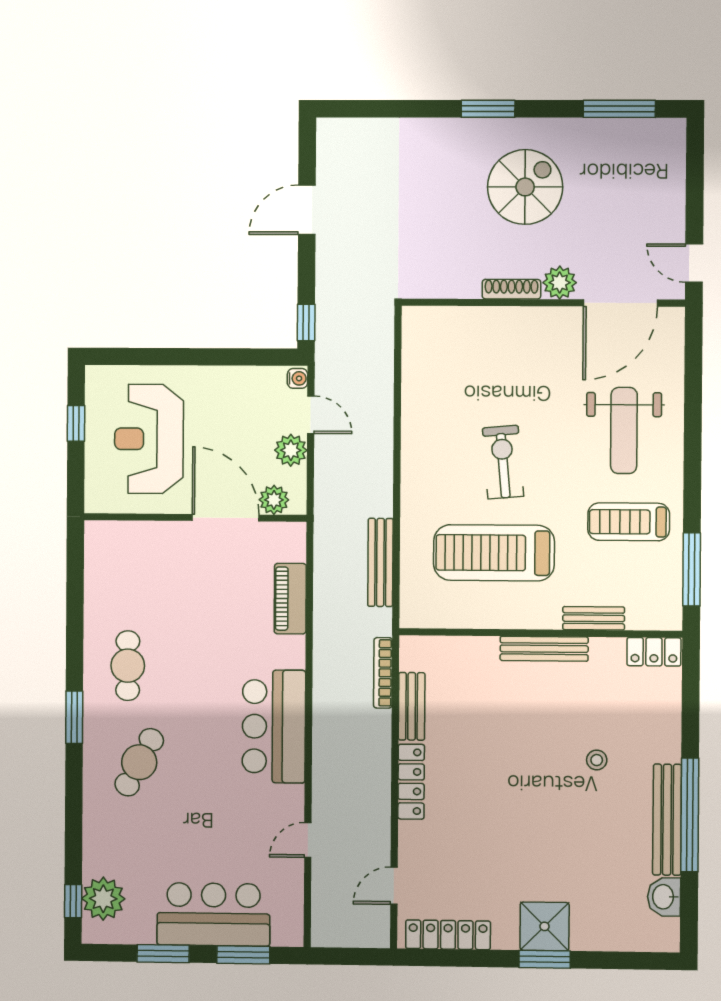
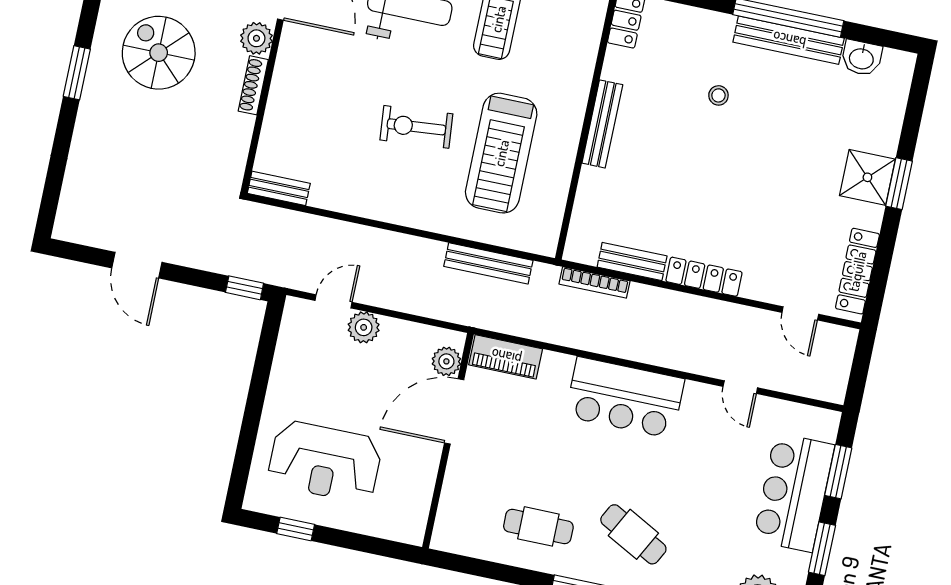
water cooler: (297, 378) -> (296, 307), removed
plant: (274, 500) -> (446, 361), moved
wall: (195, 518) -> (448, 441), moved
door: (226, 518) -> (454, 411), moved
bench: (594, 618) -> (279, 188), moved, turned 90

